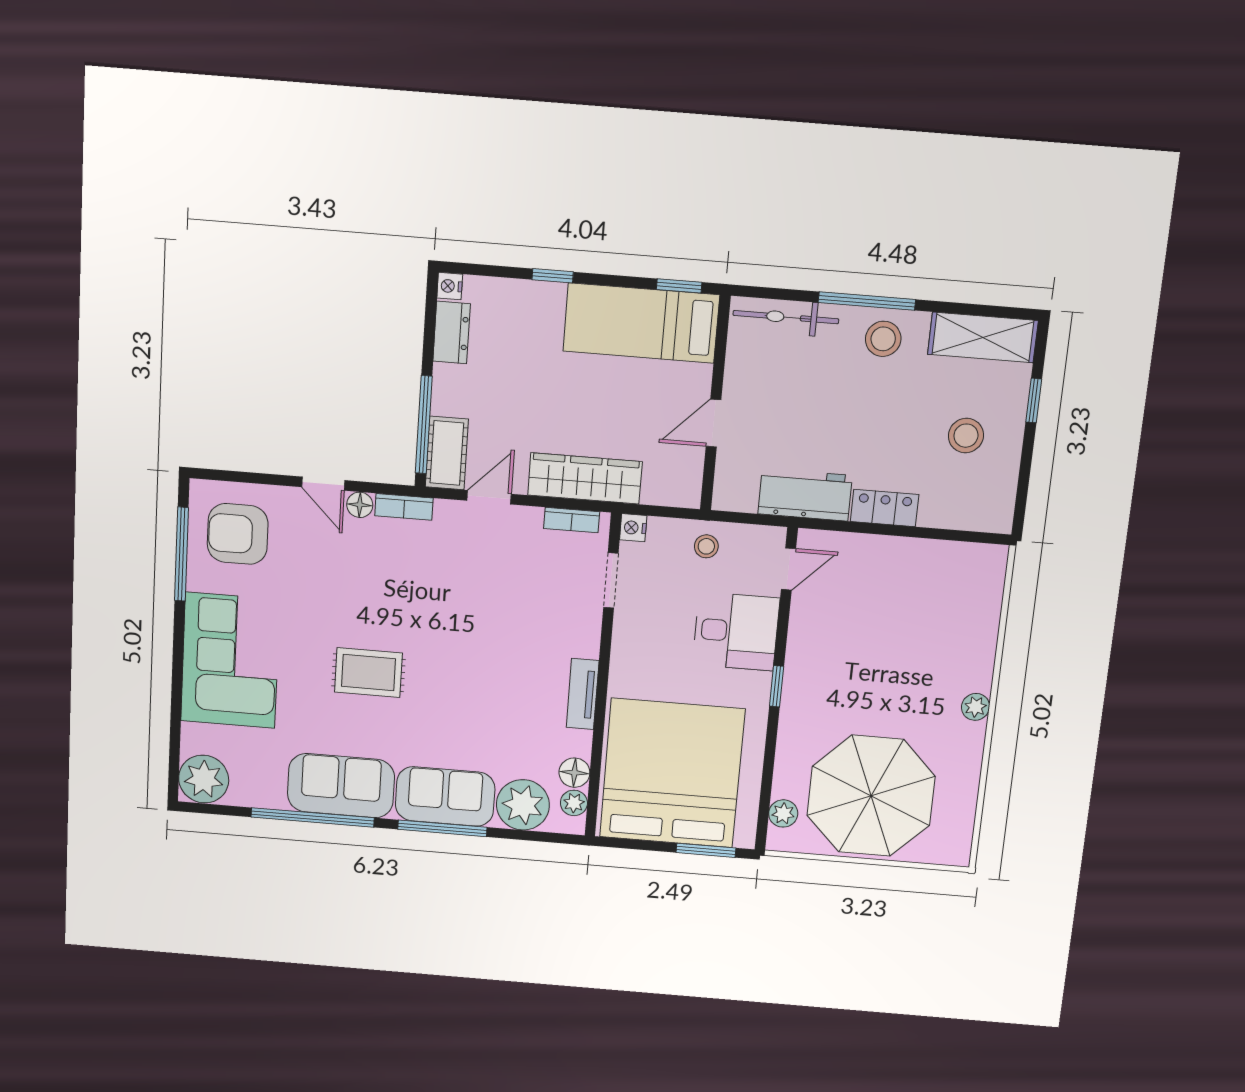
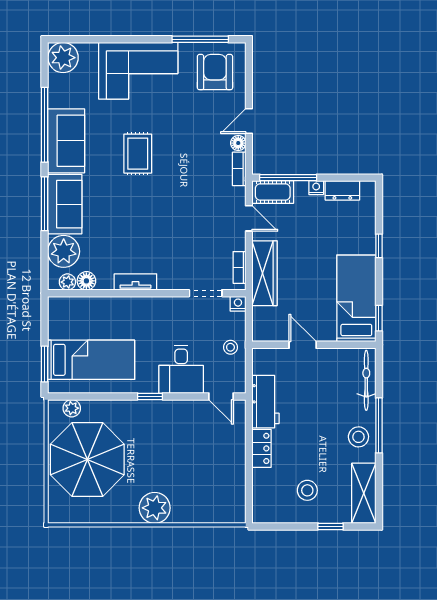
nightstand: (450, 286) -> (316, 188), moved
plant: (976, 707) -> (155, 508), width x1.88, depth x1.88
bed: (672, 773) -> (91, 360), width x0.49

